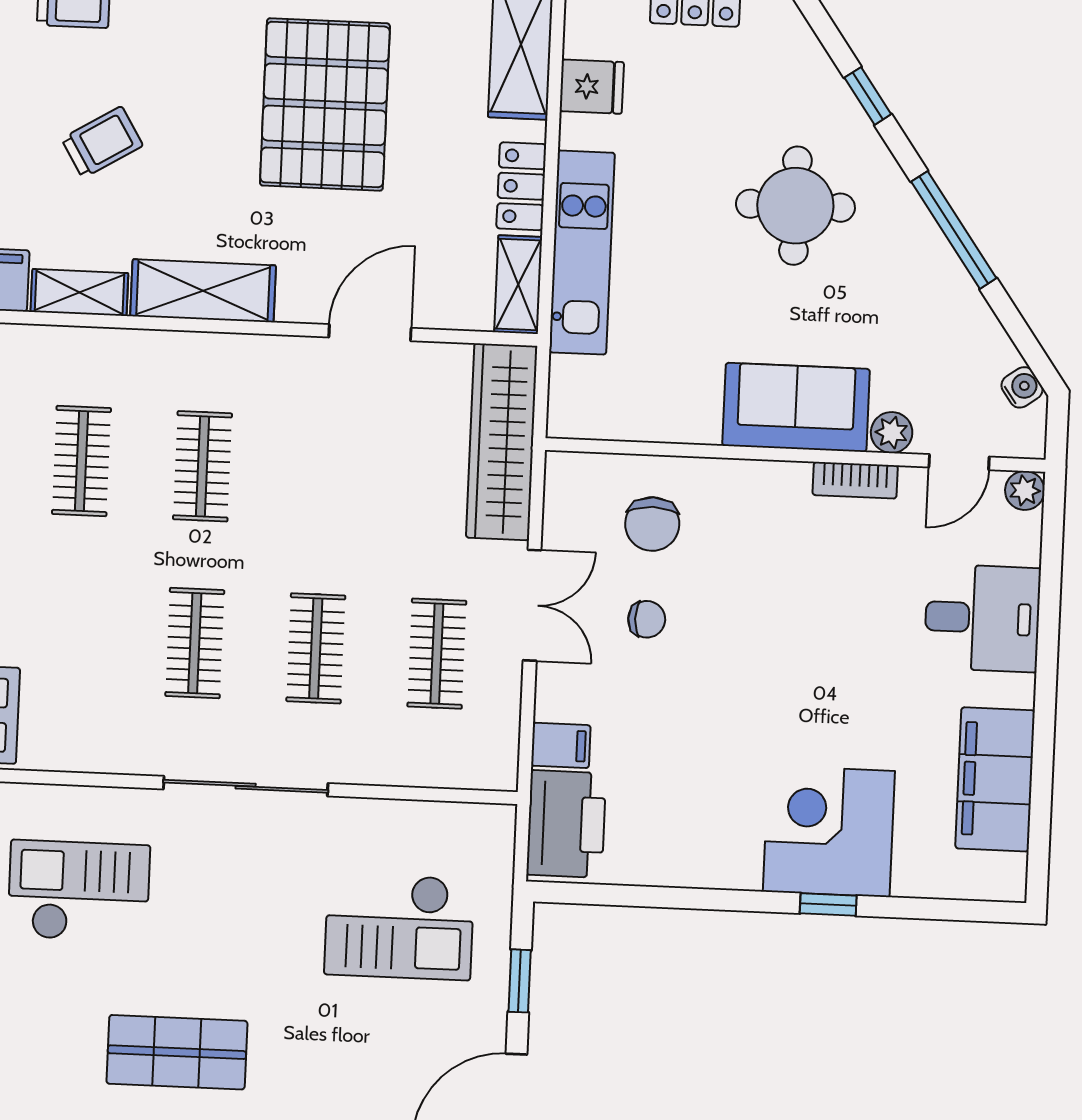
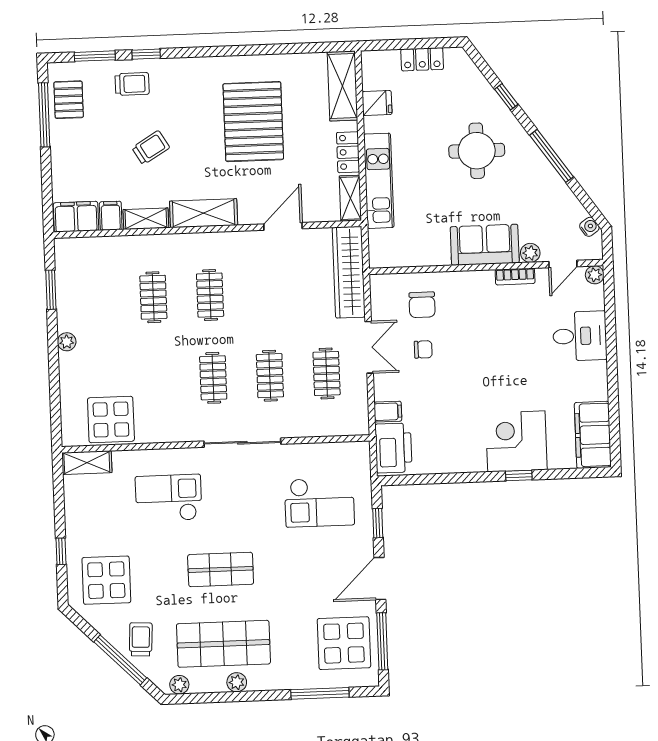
filing cabinet: (995, 779) -> (593, 435), moved

